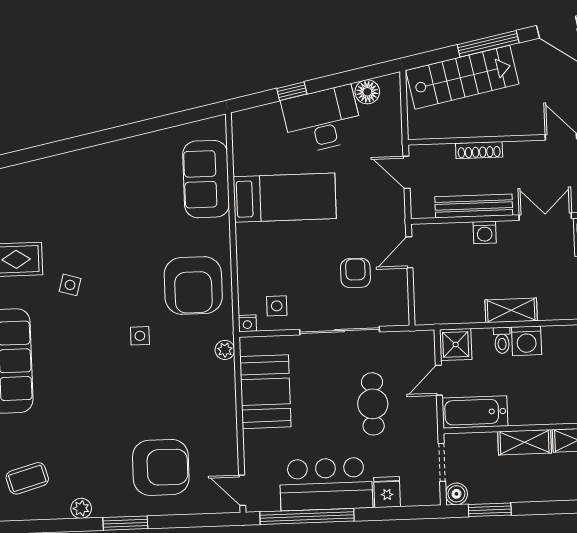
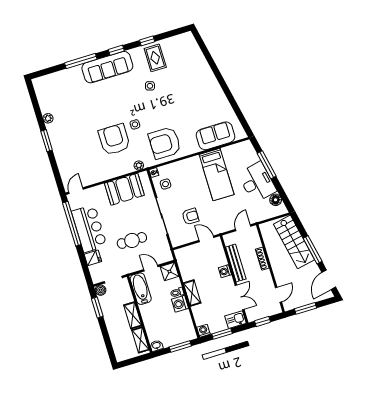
window: (292, 91) -> (267, 165), width x2.17
armchair: (161, 467) -> (114, 139), moved, turned 180
coffee table: (27, 478) -> (55, 90), removed

